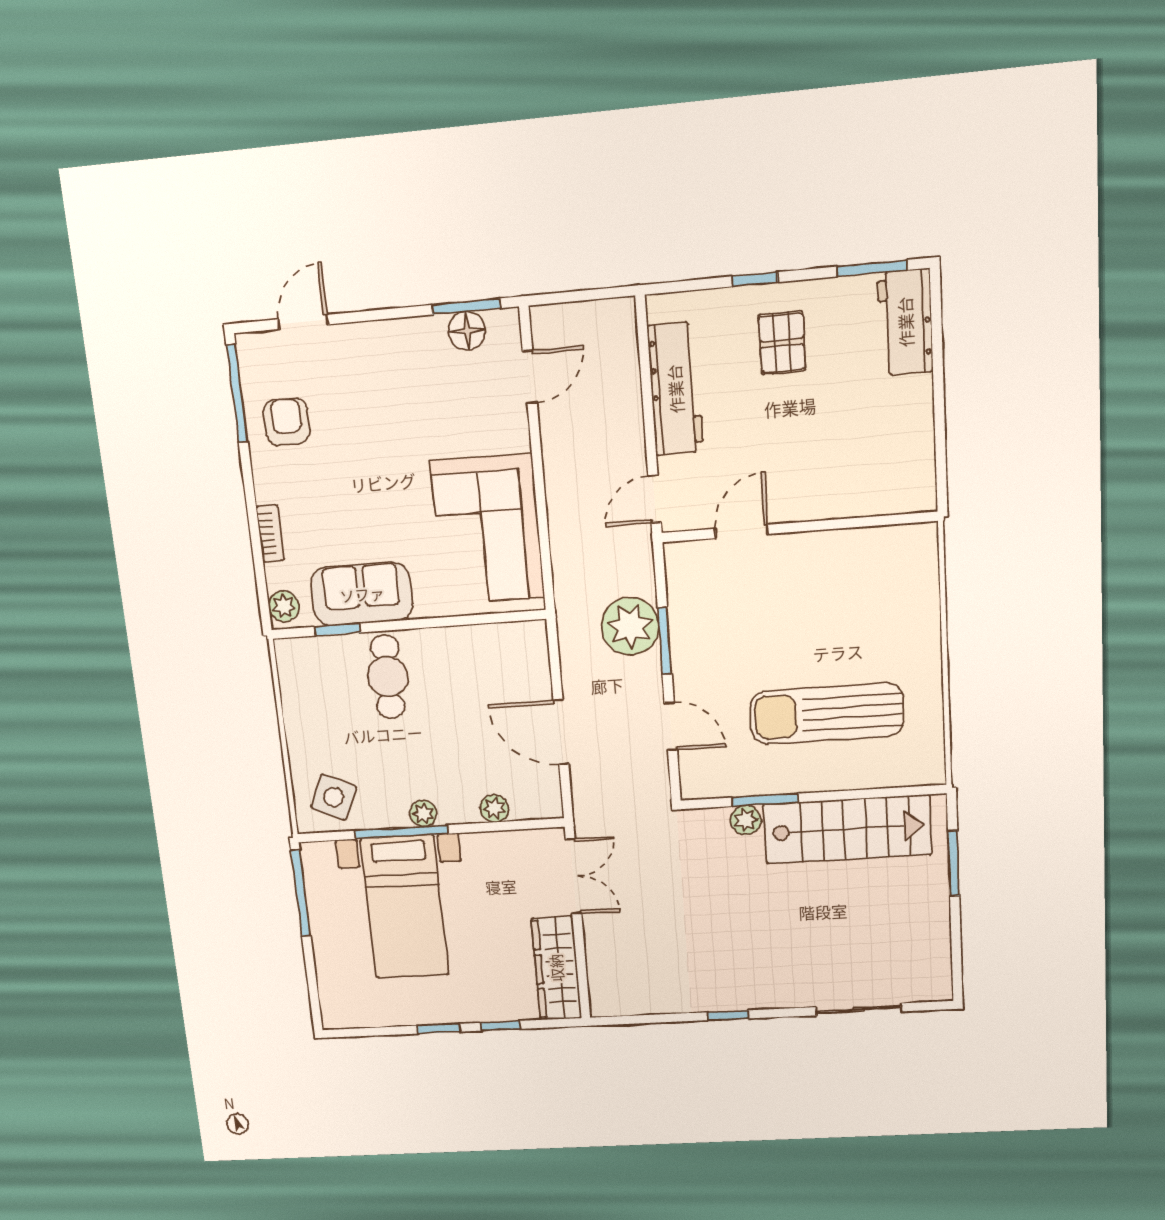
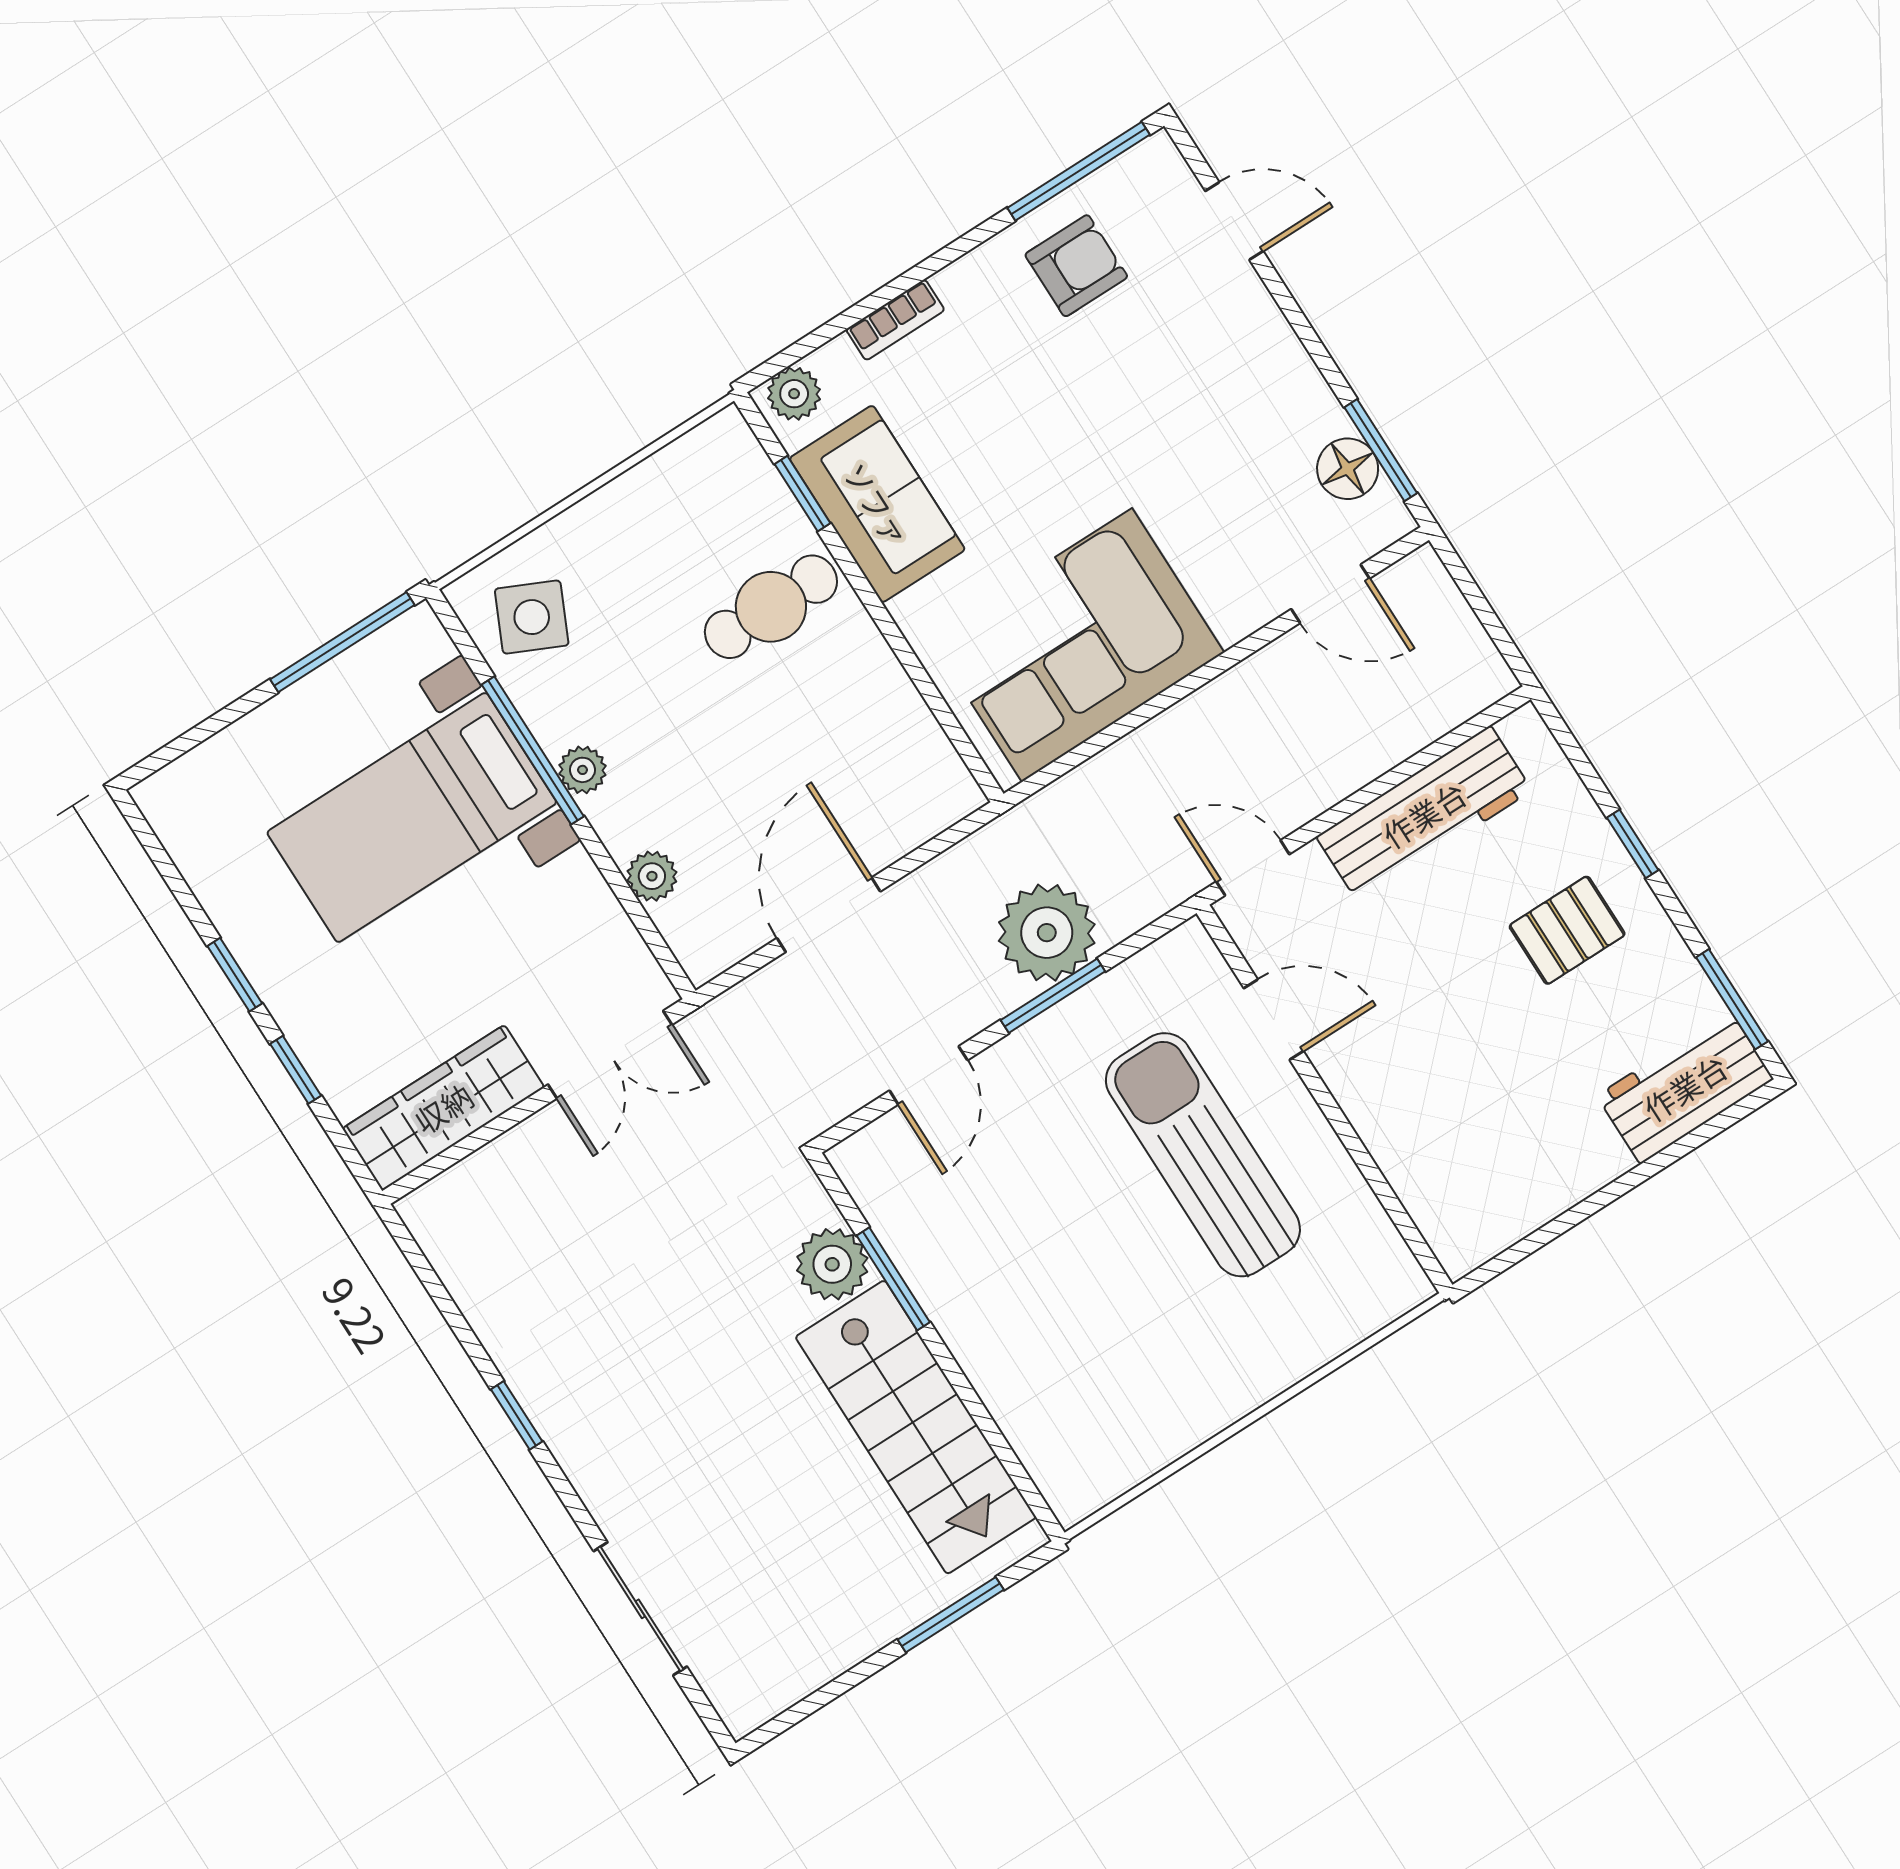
sun lounger: (827, 714) -> (1203, 1155), moved
plant: (746, 820) -> (832, 1264), width x1.38, depth x1.38

